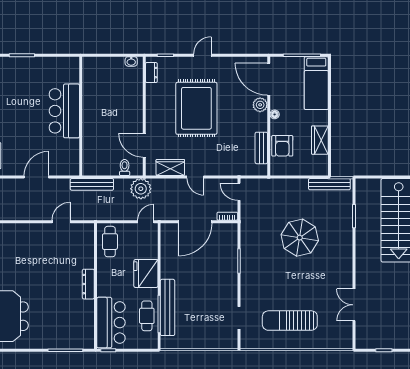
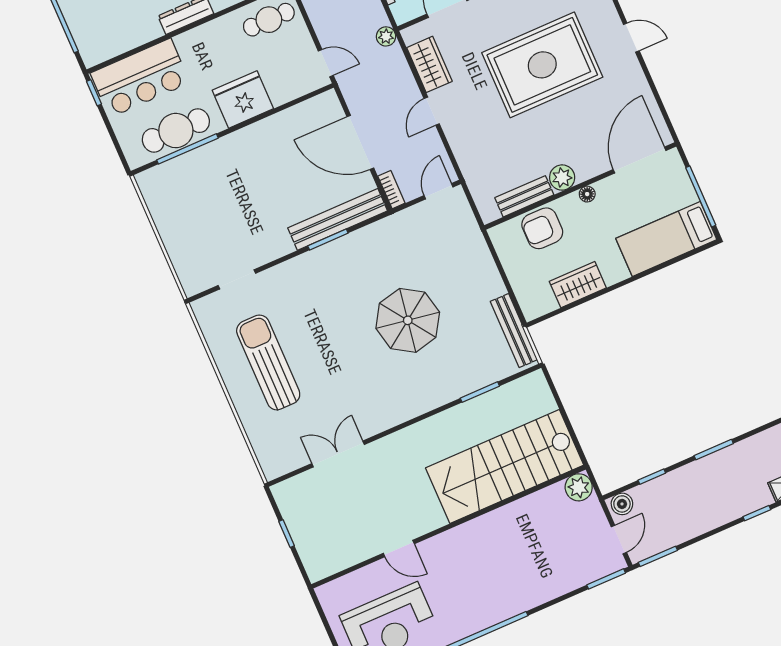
plant: (260, 105) -> (562, 178), moved
plant: (141, 189) -> (386, 36), width x0.53, depth x0.53
bench: (168, 307) -> (338, 219), moved
cafe table: (147, 316) -> (176, 131), width x1.37, depth x1.35

